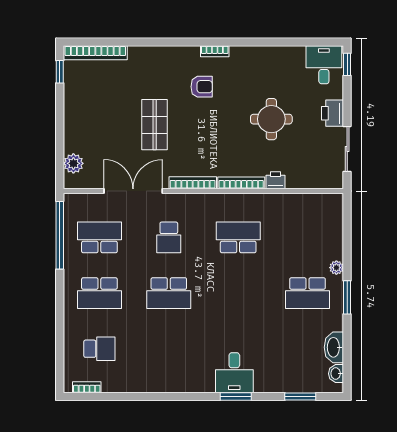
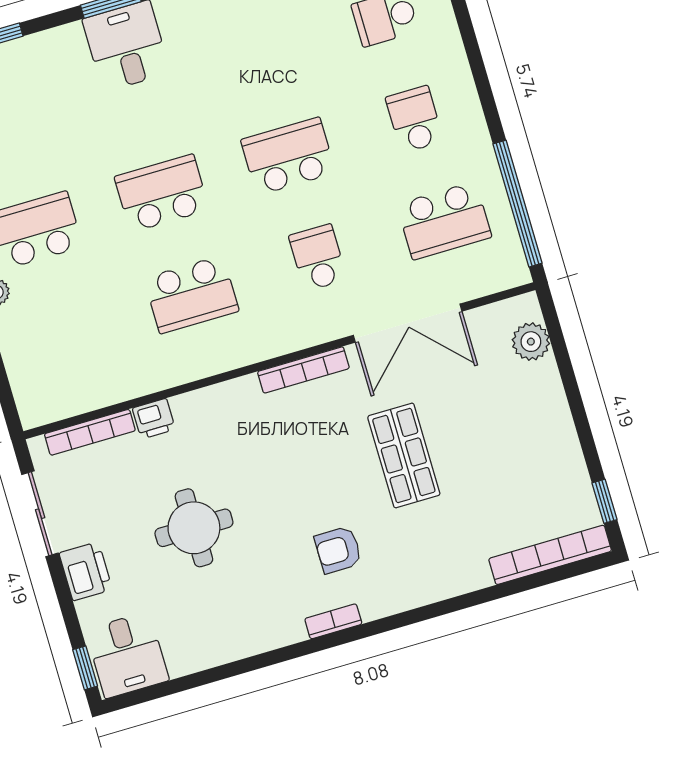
bookcase: (241, 183) -> (90, 432), moved
school desk: (99, 293) -> (415, 119), width x0.54
school desk: (238, 293) -> (162, 193), added

